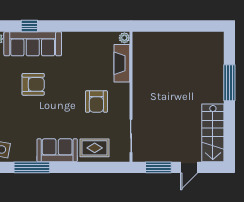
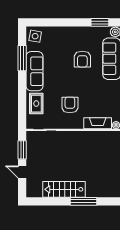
armchair: (96, 101) -> (70, 105), turned 90
stairs: (213, 133) -> (64, 189), moved
sofa: (57, 150) -> (35, 71), width x1.36

